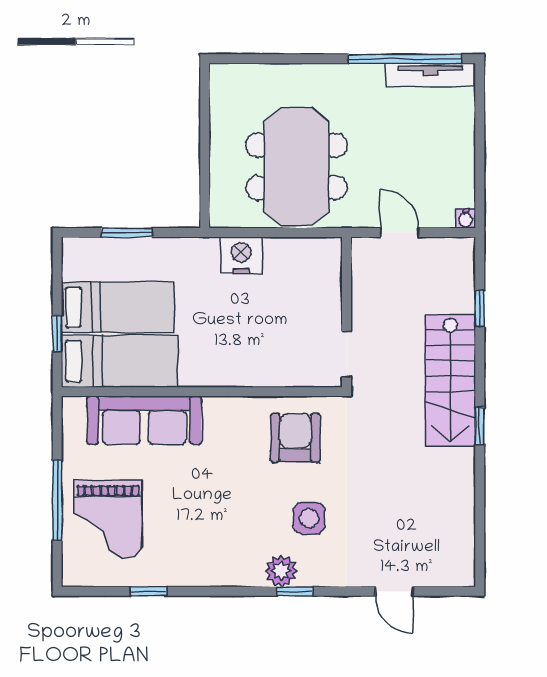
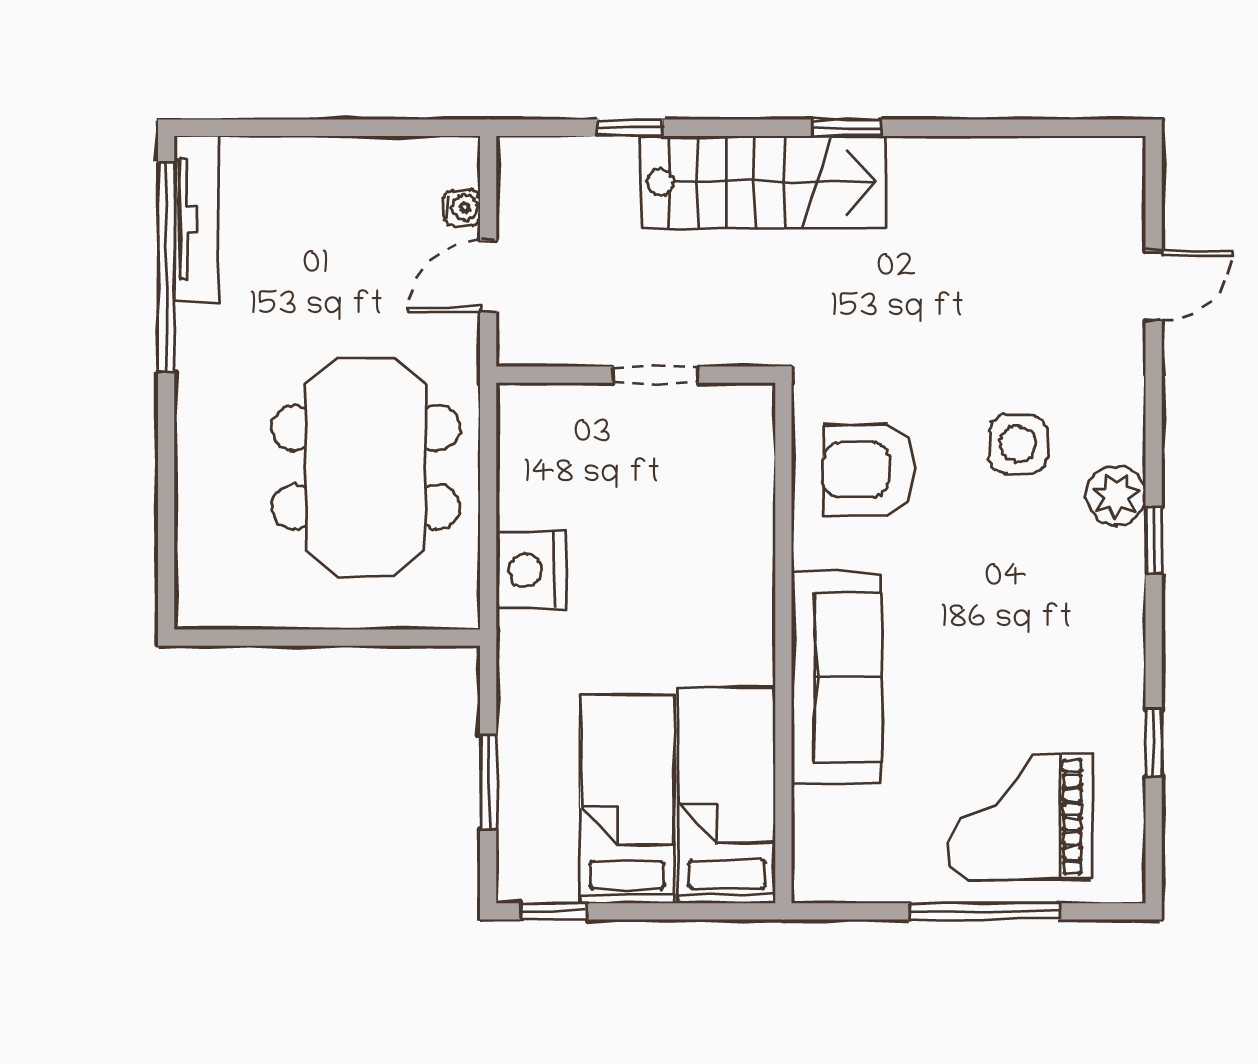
meeting table: (297, 166) -> (366, 467), turned 90
water cooler: (466, 218) -> (462, 208), moved
window: (57, 334) -> (554, 911), moved
doorway: (347, 354) -> (655, 375), moved
sofa: (144, 420) -> (836, 677), moved
grand piano: (108, 519) -> (1020, 817), turned 180
window: (295, 591) -> (1154, 540), moved

